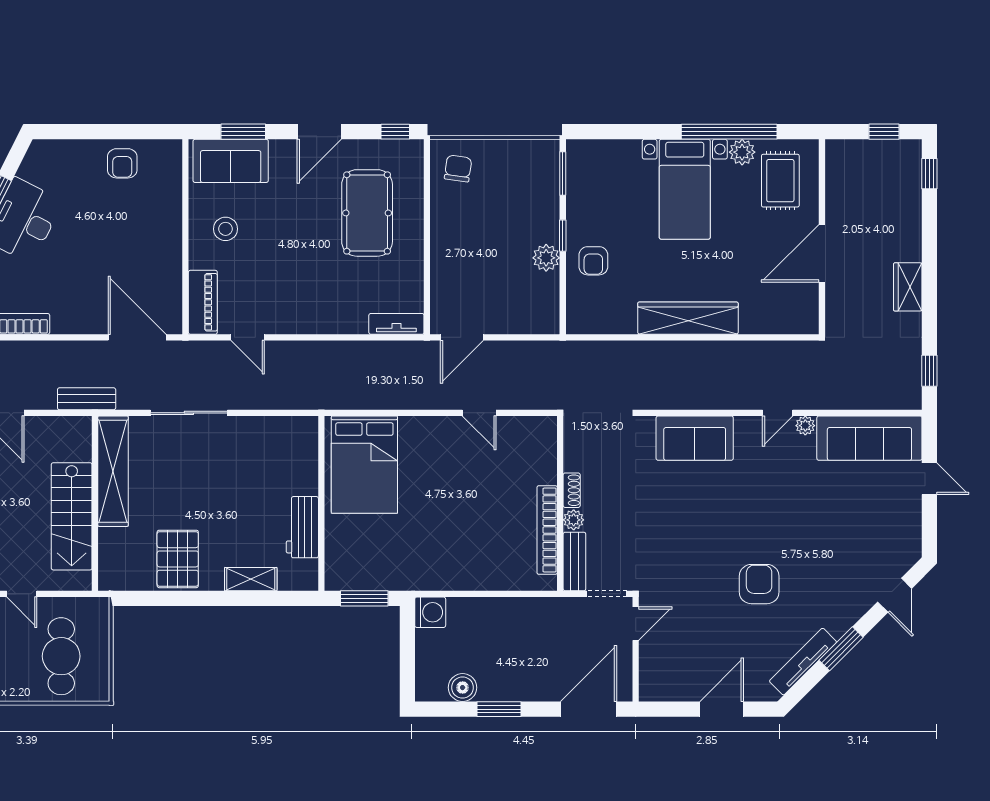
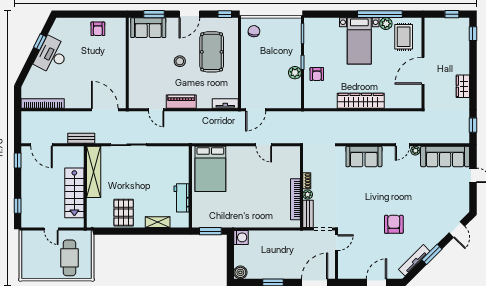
stool: (226, 229) -> (180, 61), moved
piano: (203, 302) -> (181, 102), moved, turned -90
boiler: (463, 688) -> (240, 272), moved

